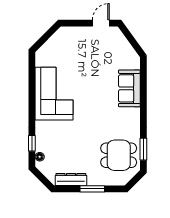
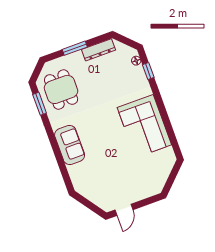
sofa: (129, 88) -> (70, 145), moved
dining table: (119, 155) -> (61, 89), turned 90

